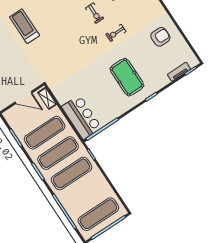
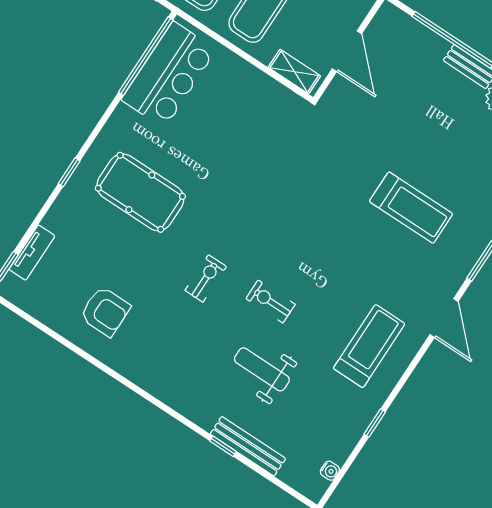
armchair: (160, 37) -> (105, 311), turned -90
door: (23, 97) -> (347, 51), swing flipped
bar counter: (82, 117) -> (169, 75), moved, turned -90

